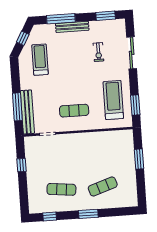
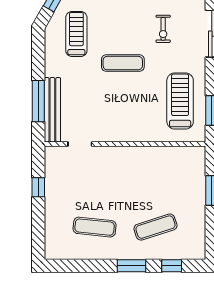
exercise mat: (74, 111) -> (123, 63), moved
window: (50, 217) -> (172, 266), moved

